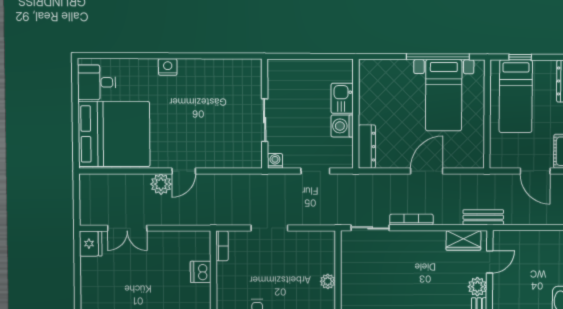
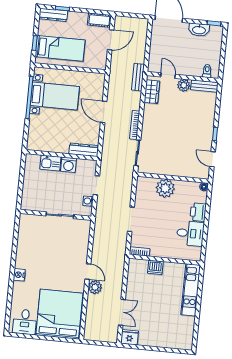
washing machine: (275, 161) -> (88, 201), moved
plant: (328, 281) -> (165, 188), width x1.88, depth x1.88

